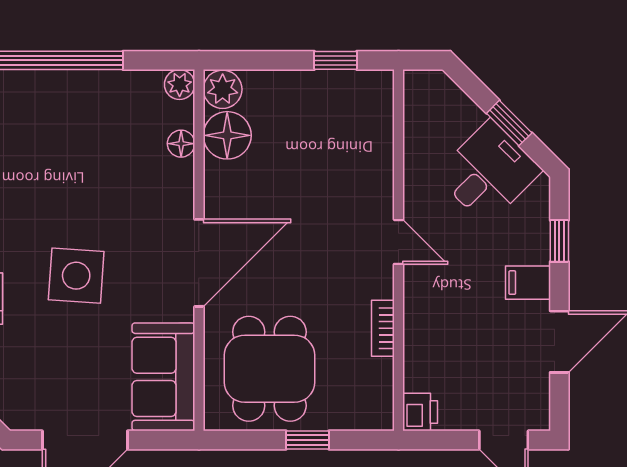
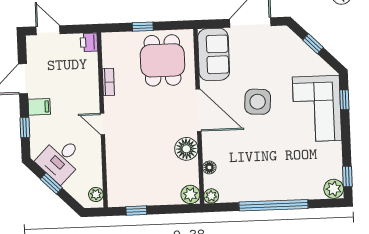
plant: (418, 97) -> (96, 194), added
floor lamp: (227, 135) -> (186, 149), moved
door: (199, 263) -> (198, 110), swing flipped

